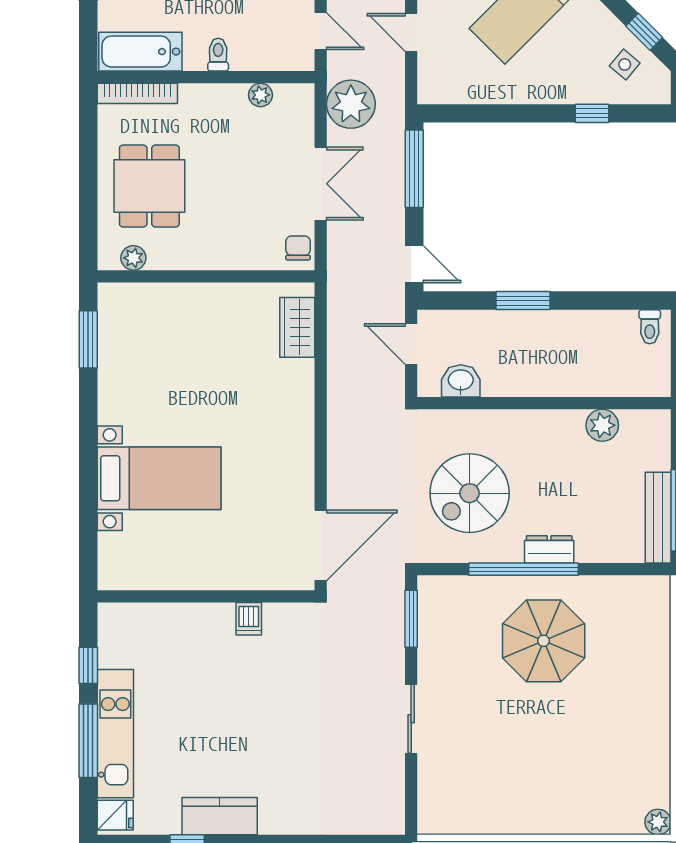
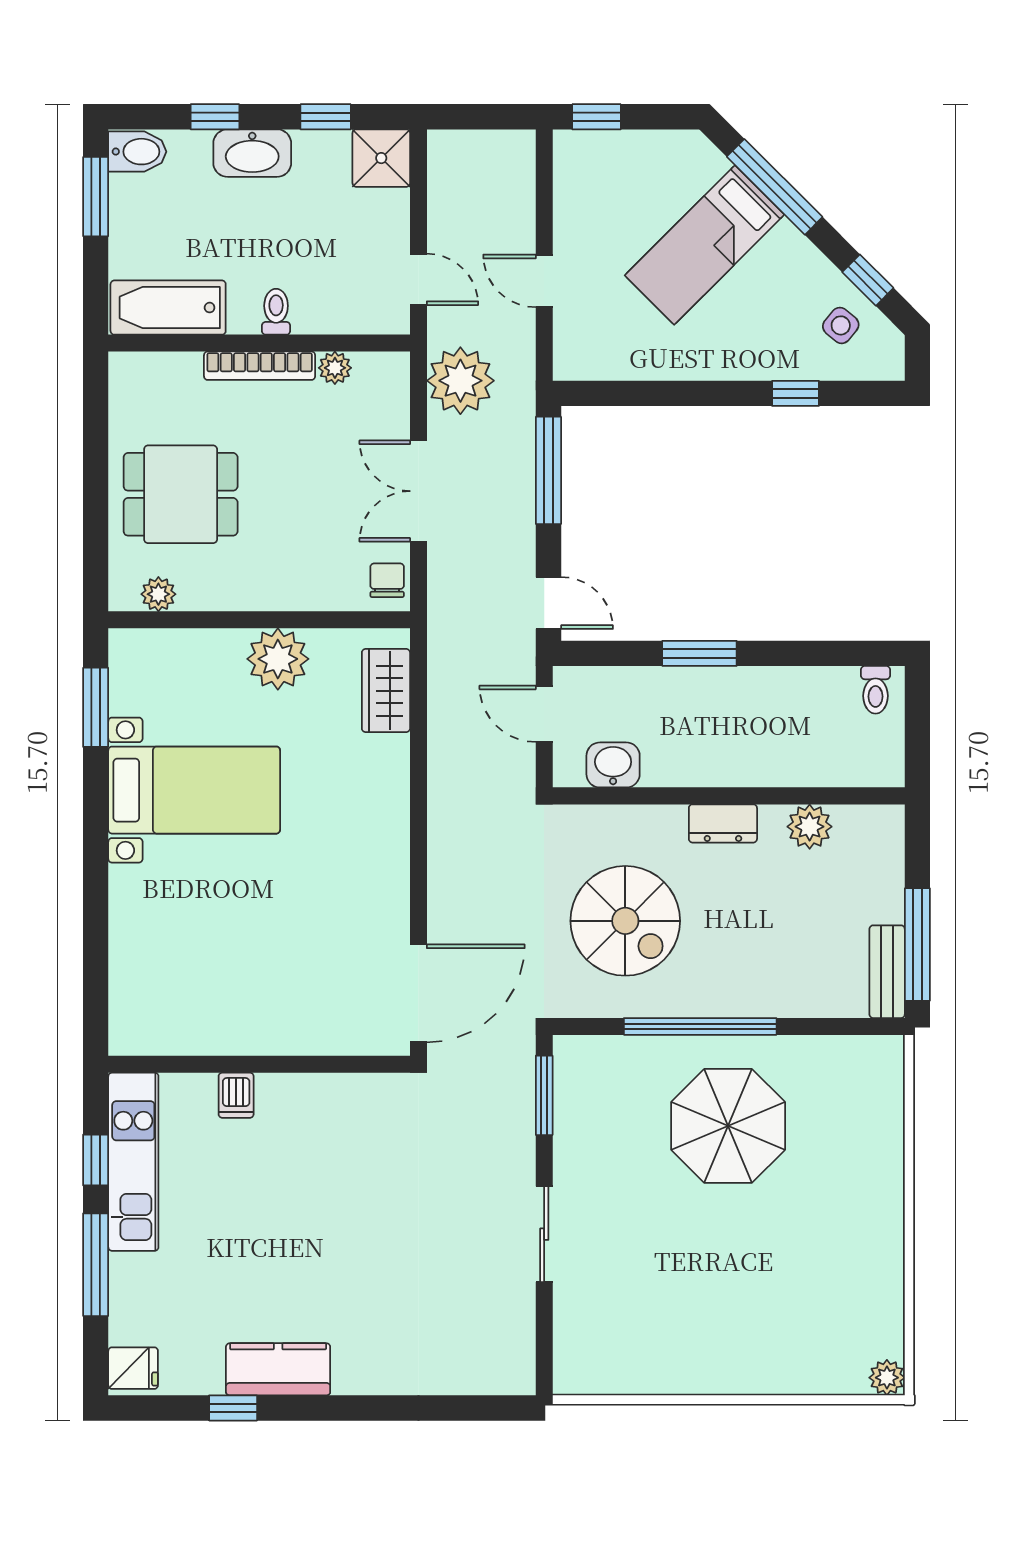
bookcase: (137, 93) -> (260, 366), moved
double door: (321, 184) -> (418, 491), swing flipped
dining table: (149, 186) -> (181, 494), turned 90
plant: (219, 305) -> (278, 659), added
bed with nightstands: (159, 478) -> (194, 790), moved
spiral stairs: (470, 493) -> (625, 921), turned -90
bench: (658, 518) -> (887, 972), width x0.73
dresser: (549, 549) -> (723, 823), moved, turned 180
dishwasher: (249, 619) -> (236, 1095), moved
kitchen unit: (115, 734) -> (133, 1162), moved

